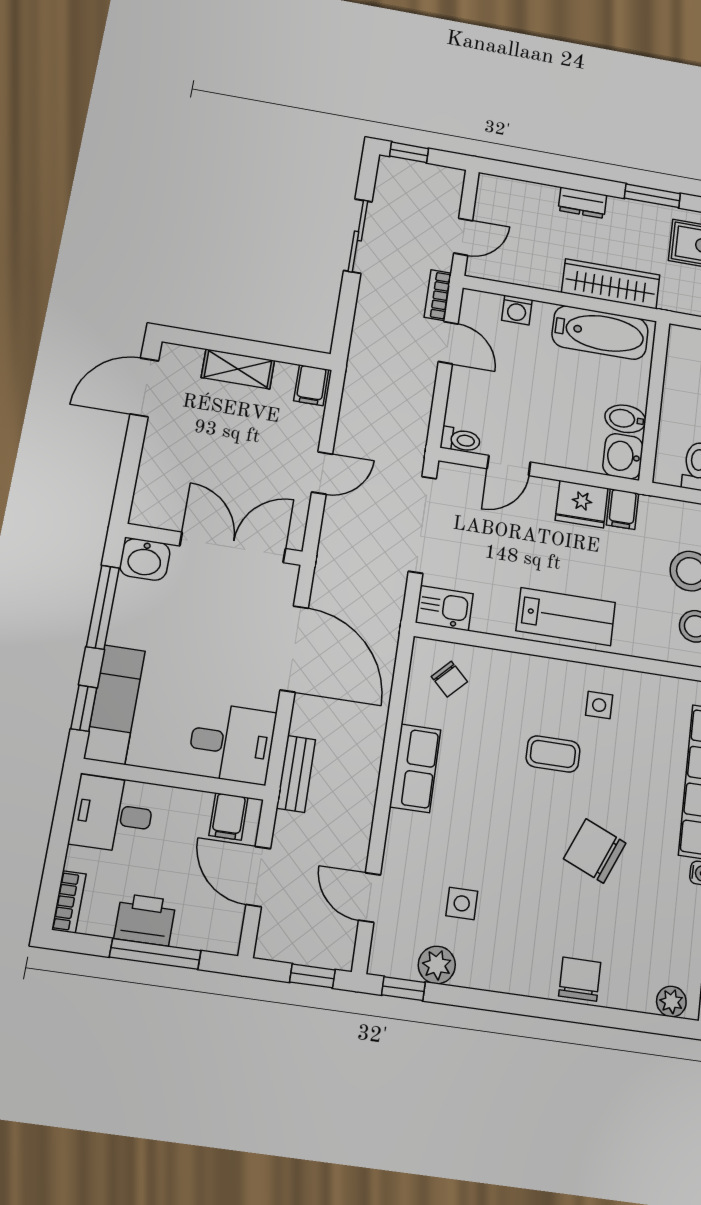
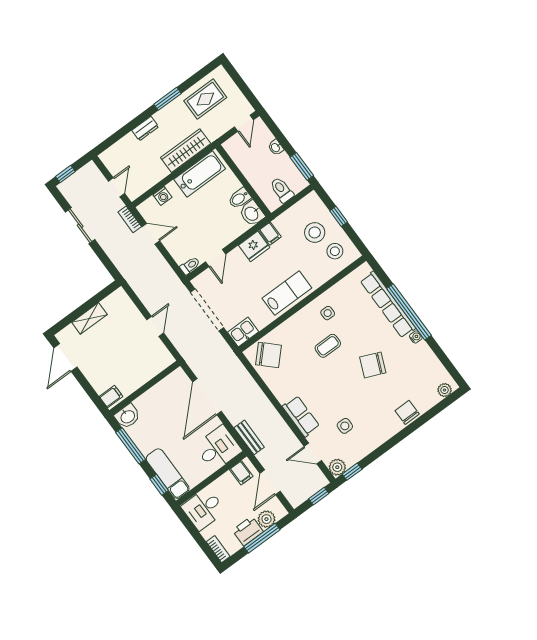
filing cabinet: (311, 385) -> (111, 397), moved, turned -90
double door: (233, 547) -> (152, 383), removed
door: (294, 649) -> (207, 397), swing flipped
chair: (449, 679) -> (268, 355), width x1.87, depth x1.87
row of seats: (415, 768) -> (301, 416), moved
door: (258, 877) -> (270, 482), hinge flipped
plant: (194, 930) -> (267, 519), added
plant: (437, 965) -> (337, 467), moved

